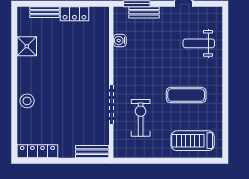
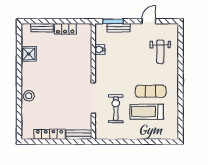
weight bench: (199, 43) -> (160, 52), turned -90
treadmill: (193, 141) -> (147, 112), moved
locker: (37, 151) -> (50, 134), moved

